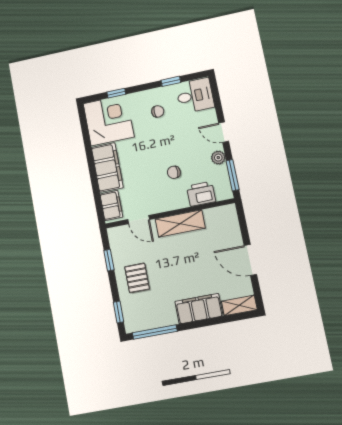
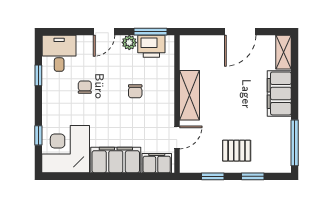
chair: (158, 111) -> (85, 87), moved
printer: (201, 194) -> (151, 46), moved, turned -90
window: (118, 312) -> (253, 176), moved

